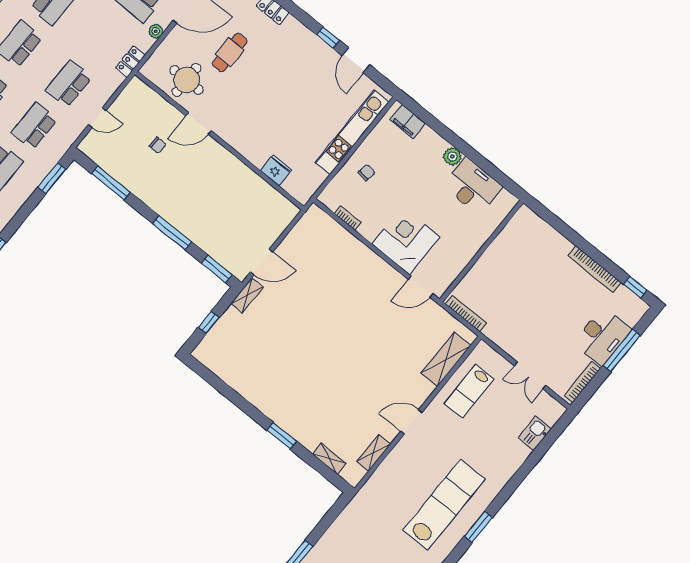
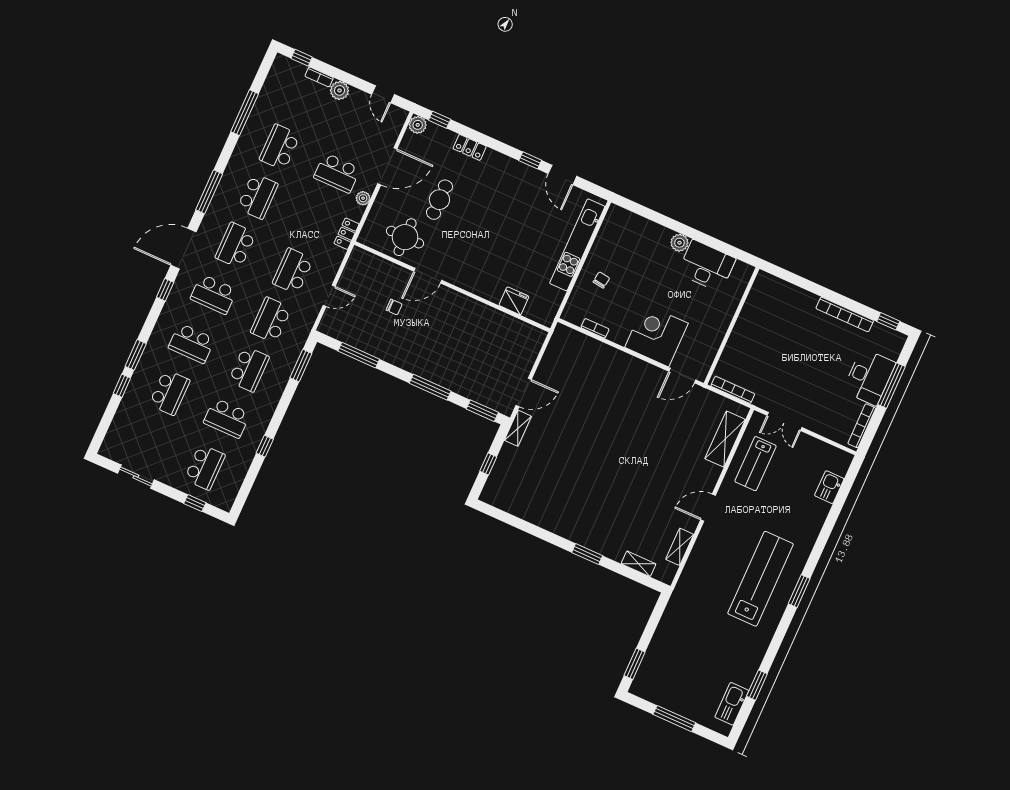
filing cabinet: (408, 122) -> (628, 221), removed
double door: (530, 375) -> (784, 421), moved

